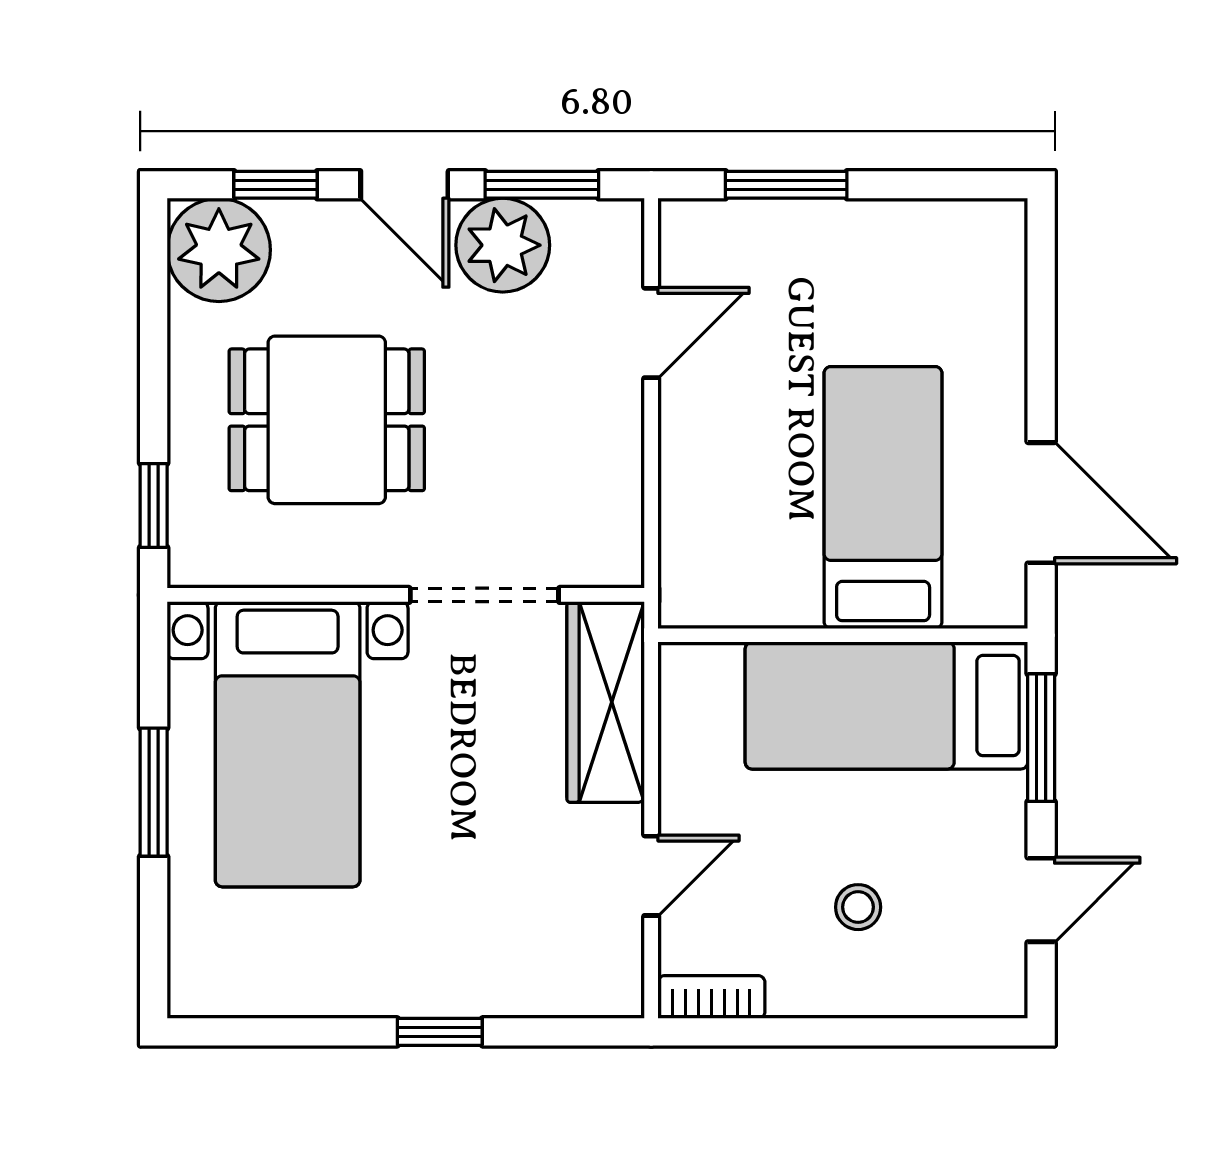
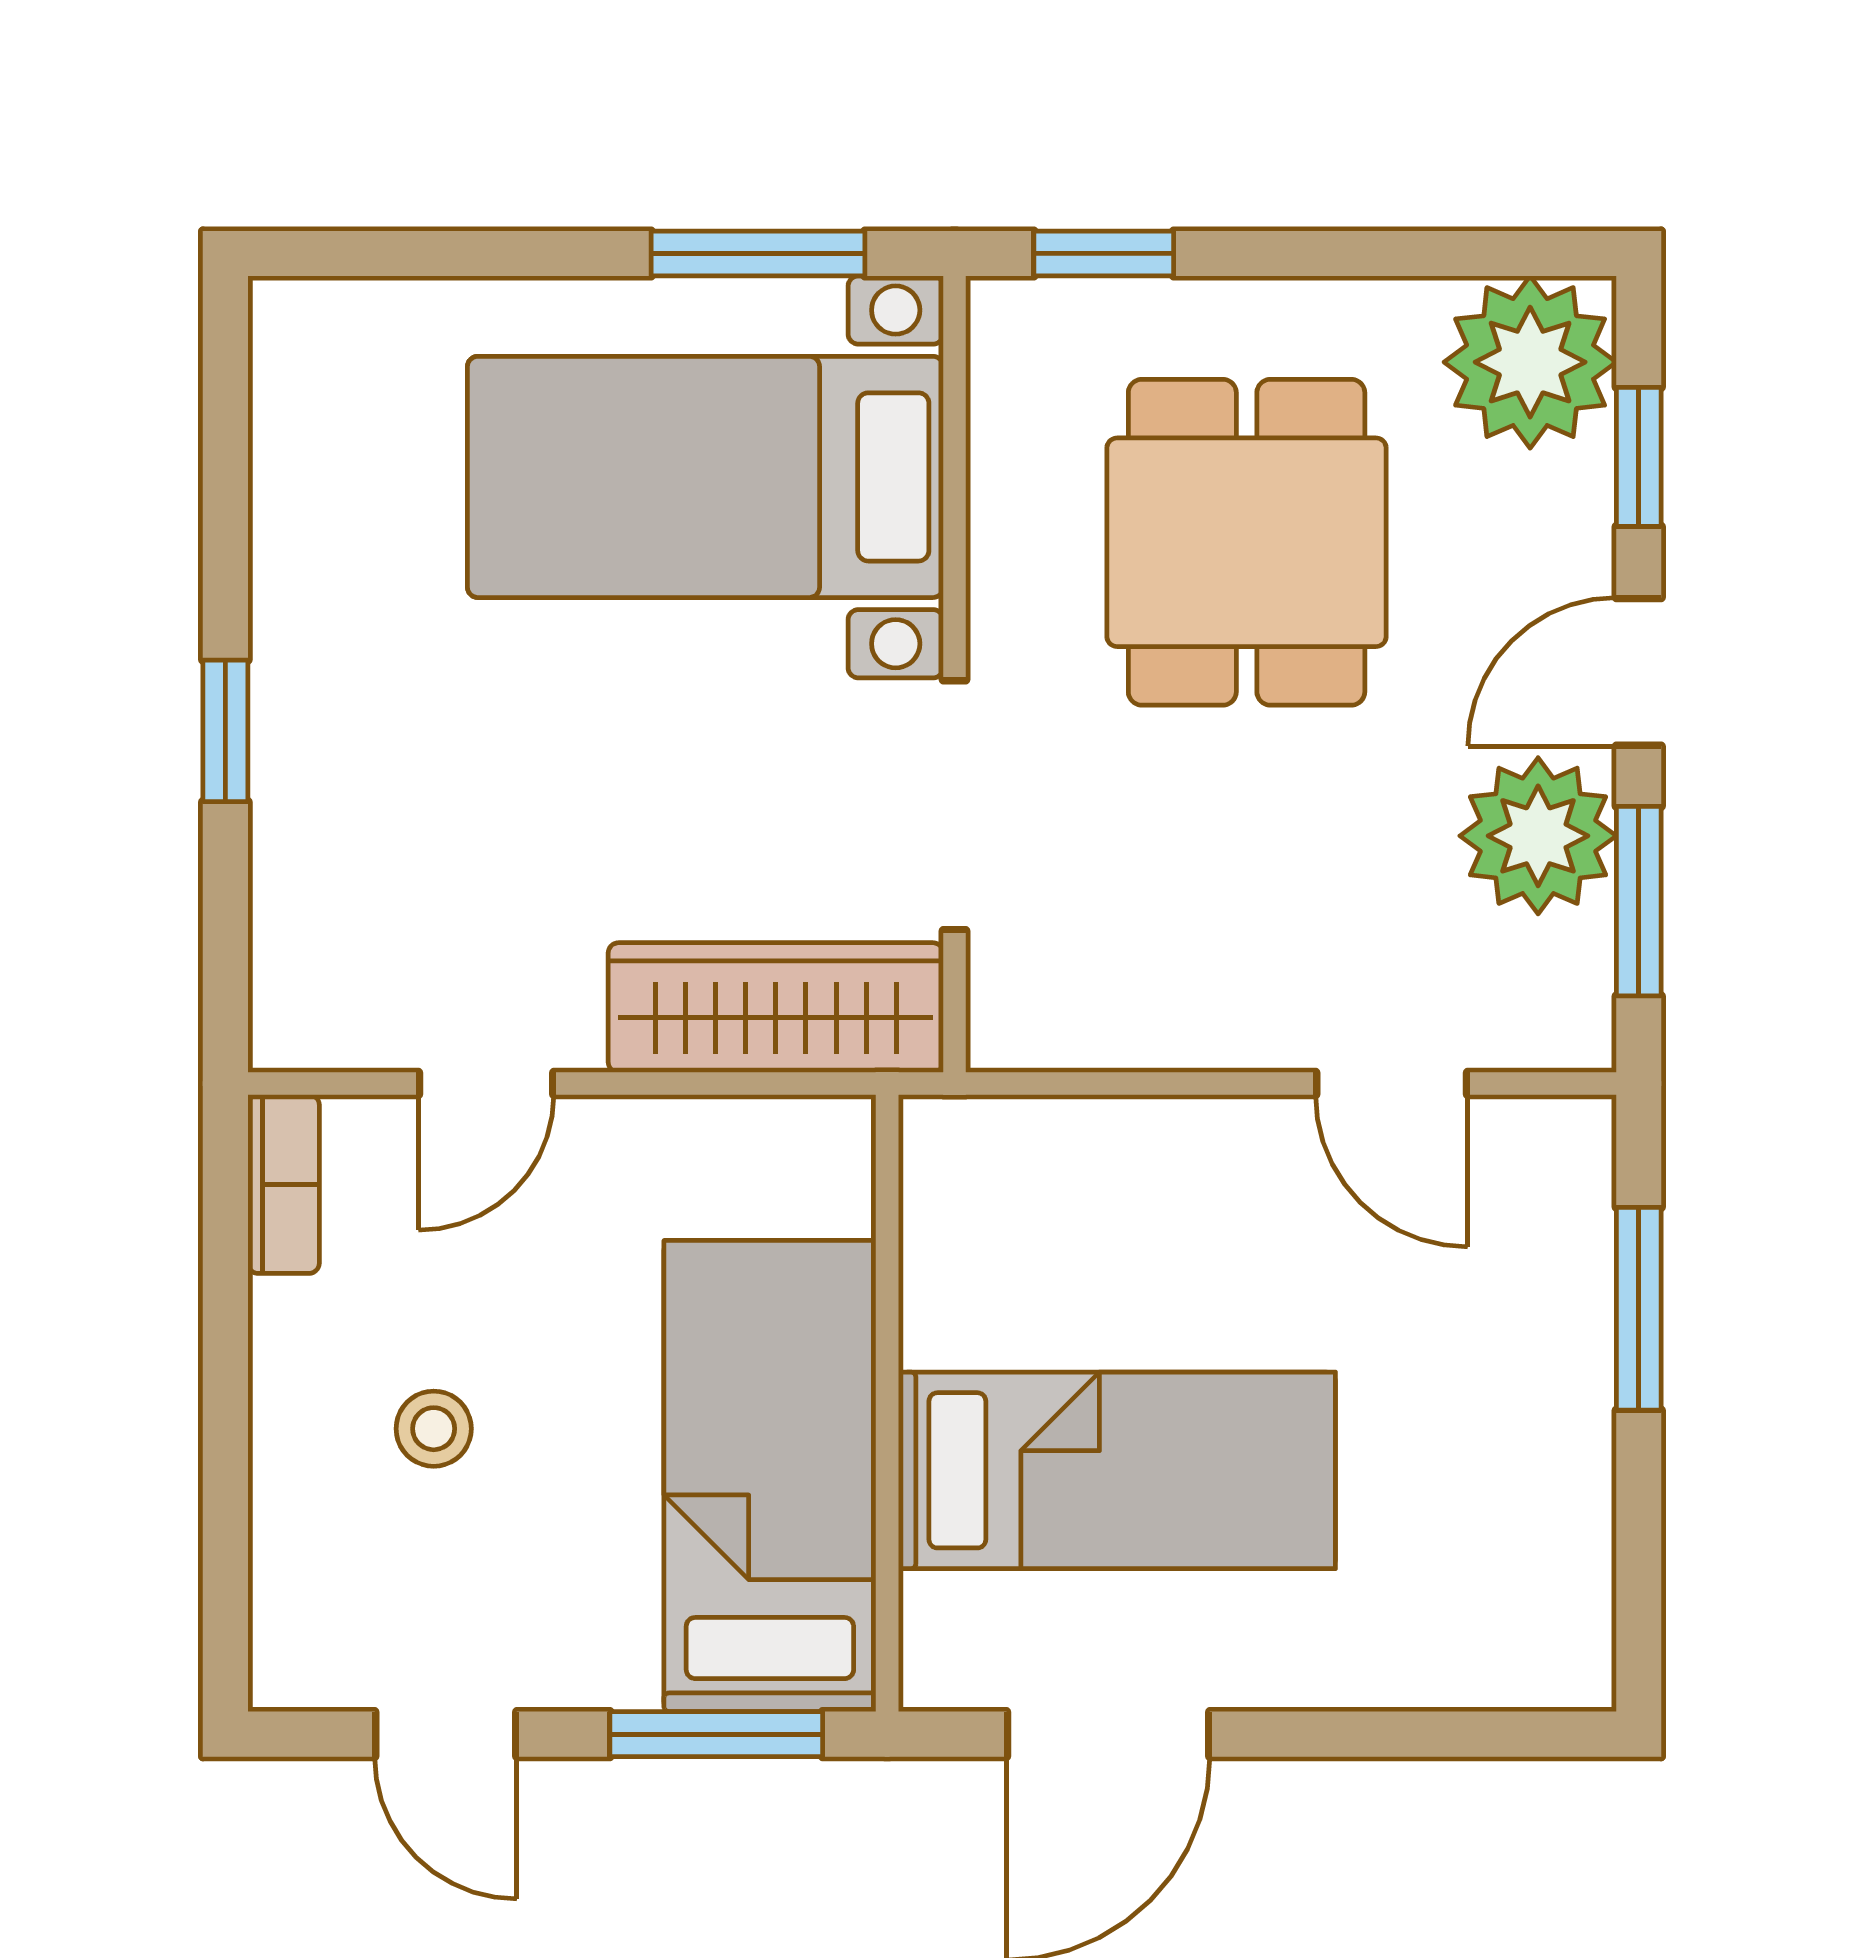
window: (154, 792) -> (758, 253), moved
door: (651, 876) -> (486, 1084), hinge flipped

